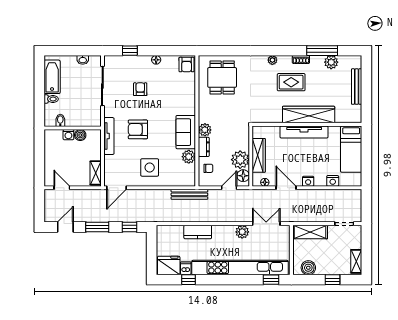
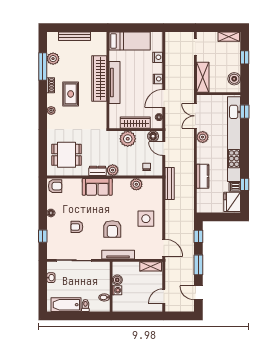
sofa: (186, 132) -> (97, 187), moved
dresser: (204, 147) -> (98, 171), moved
plant: (240, 160) -> (128, 139), moved

